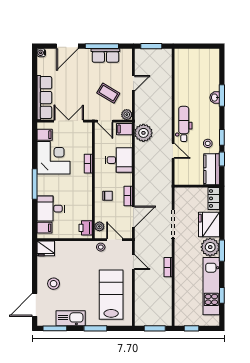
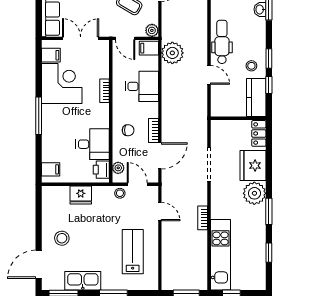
desk: (51, 209) -> (93, 144), moved, turned 180
fridge: (46, 248) -> (81, 195), moved
window: (222, 251) -> (269, 211), moved
kitchen unit: (211, 286) -> (221, 255), moved, turned 180
lab bench: (111, 295) -> (133, 252), width x0.73, depth x0.72

